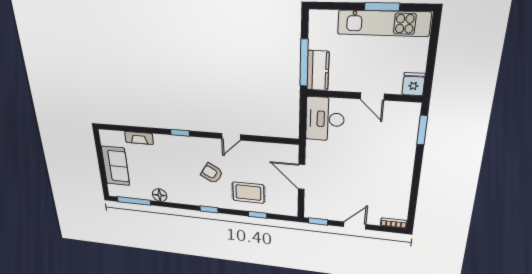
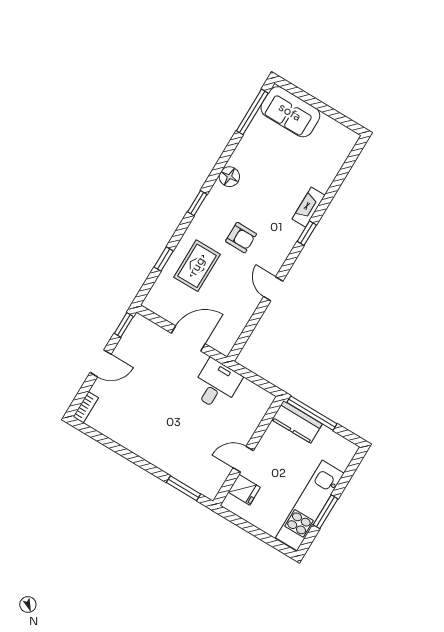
fridge: (413, 84) -> (244, 490), moved
desk: (325, 119) -> (216, 385), moved, width x0.73
fireplace: (139, 138) -> (309, 207), moved
sofa: (115, 166) -> (290, 112), moved
armchair: (212, 173) -> (241, 238), turned 59
floor lamp: (160, 195) -> (229, 177), moved
door: (355, 226) -> (101, 363), hinge flipped

